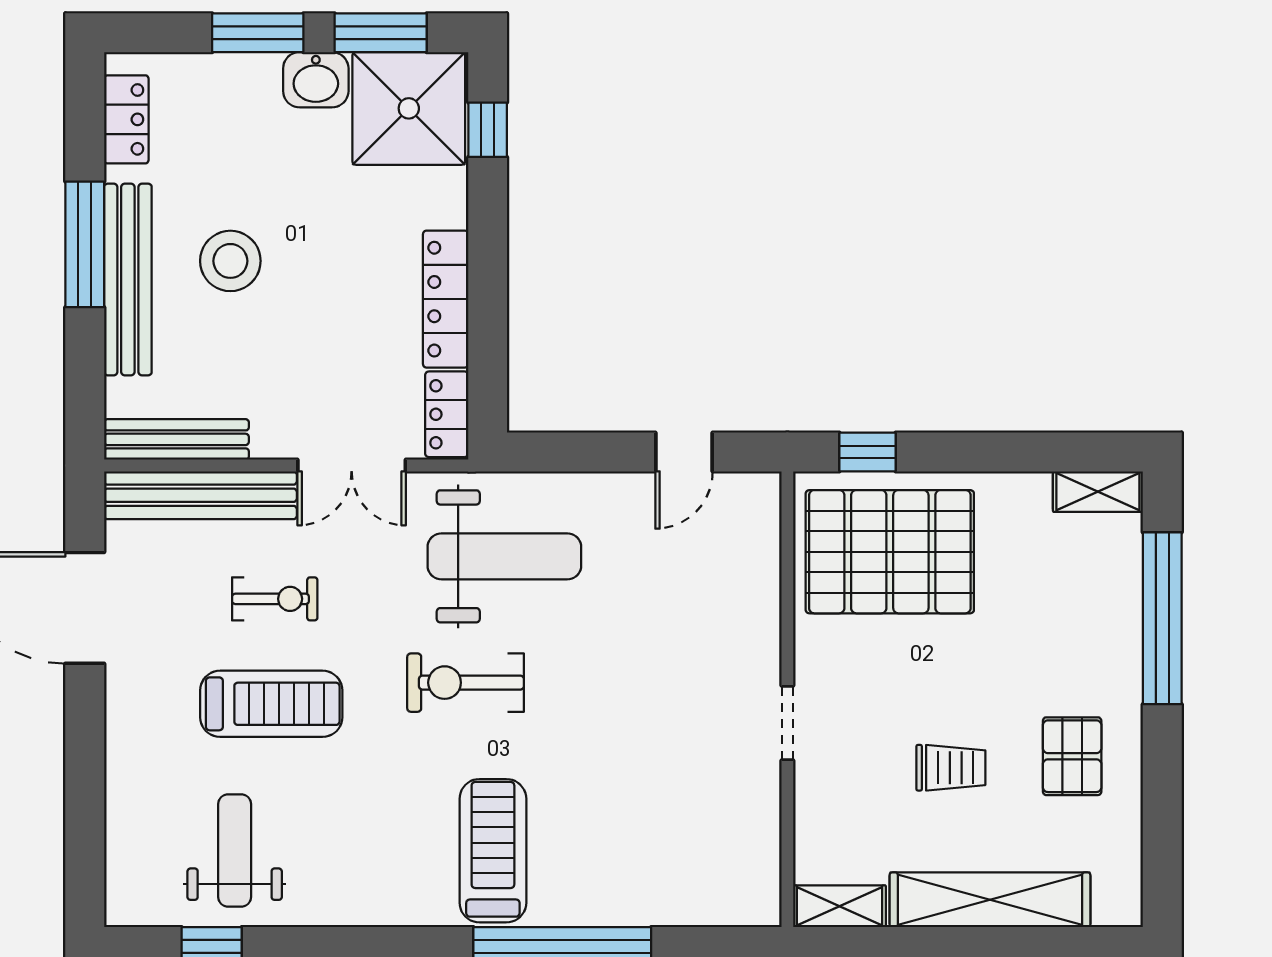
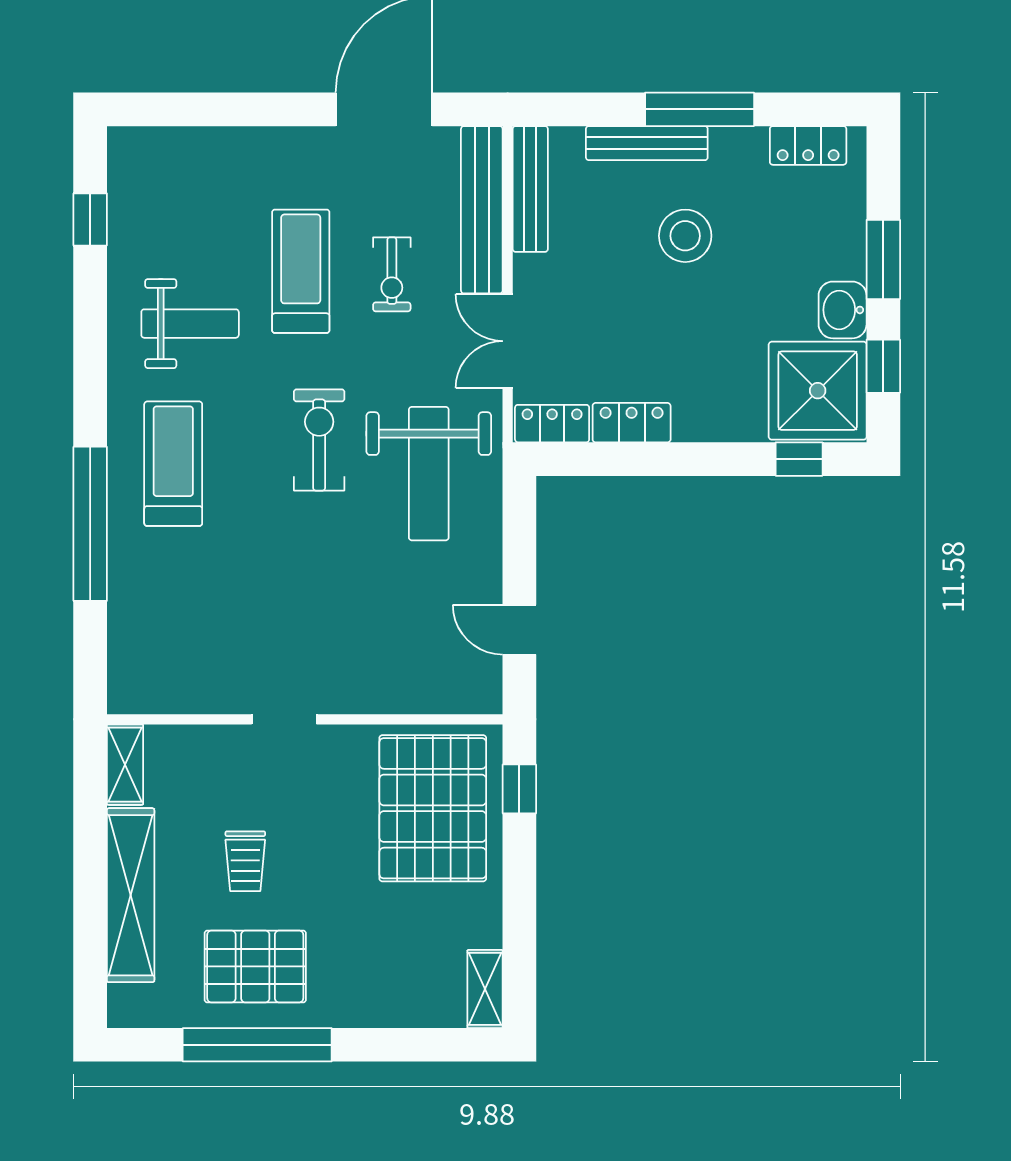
window: (381, 33) -> (883, 366), width x0.67
bench: (128, 279) -> (647, 143), width x0.73, depth x0.82
locker: (446, 299) -> (632, 423), width x0.66
window: (1162, 618) -> (257, 1045), moved
treadmill: (271, 704) -> (301, 271), turned 180
pallet: (1072, 756) -> (255, 966), width x1.50, depth x1.42
weight bench: (235, 850) -> (190, 324), moved
treadmill: (493, 851) -> (173, 464), turned -90

